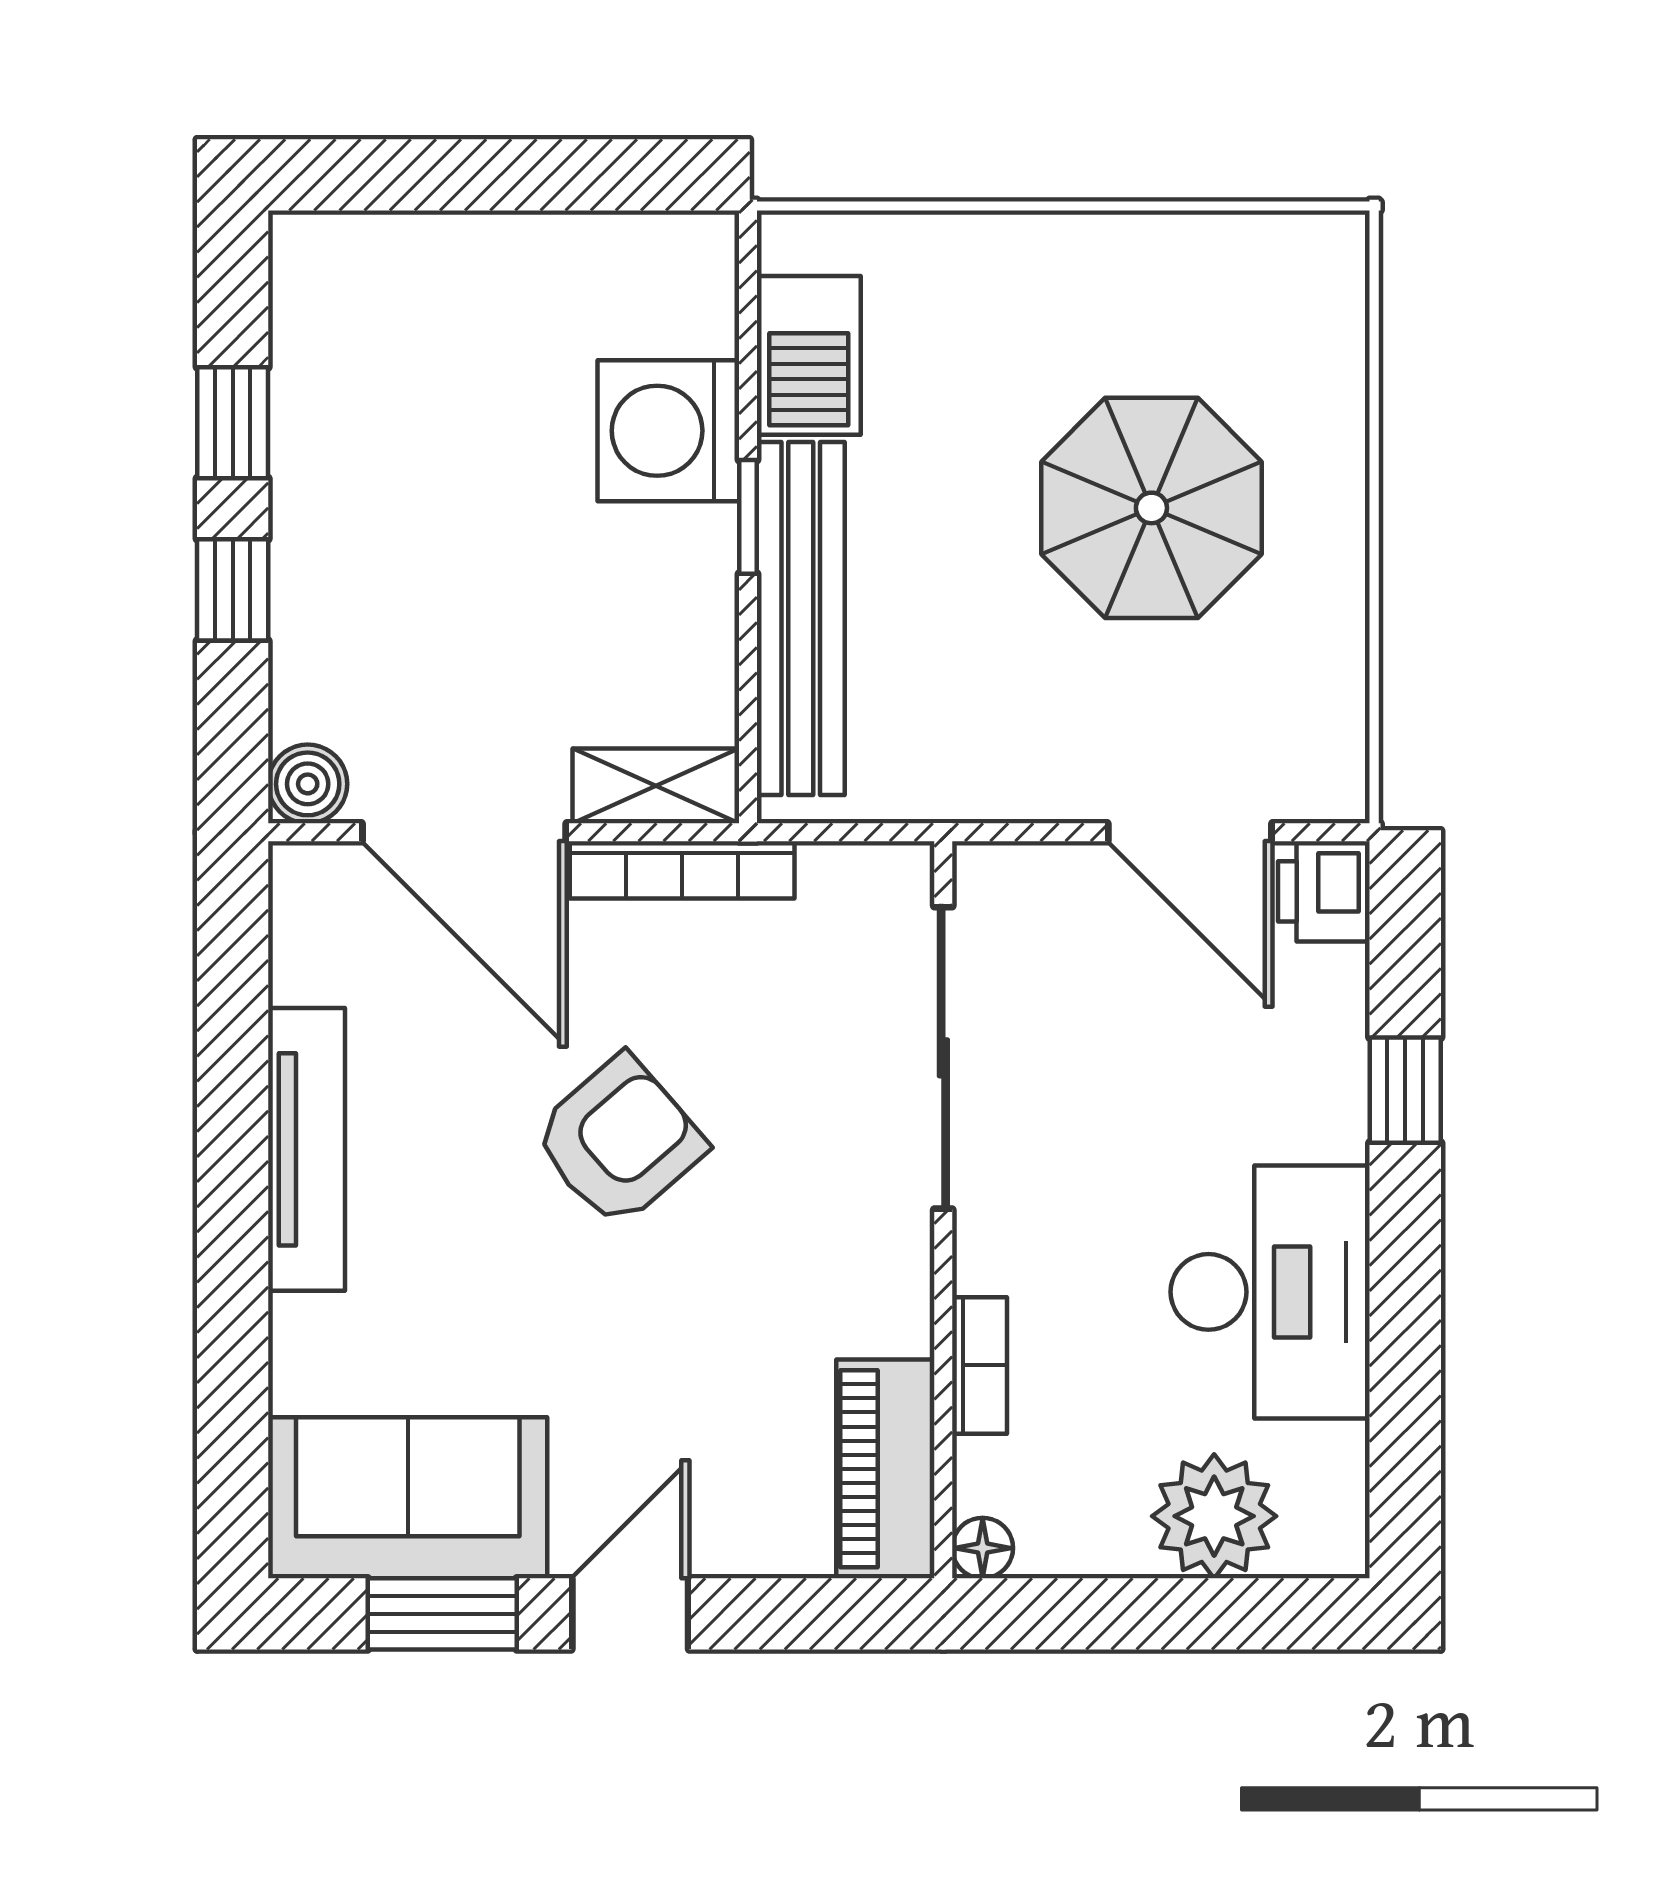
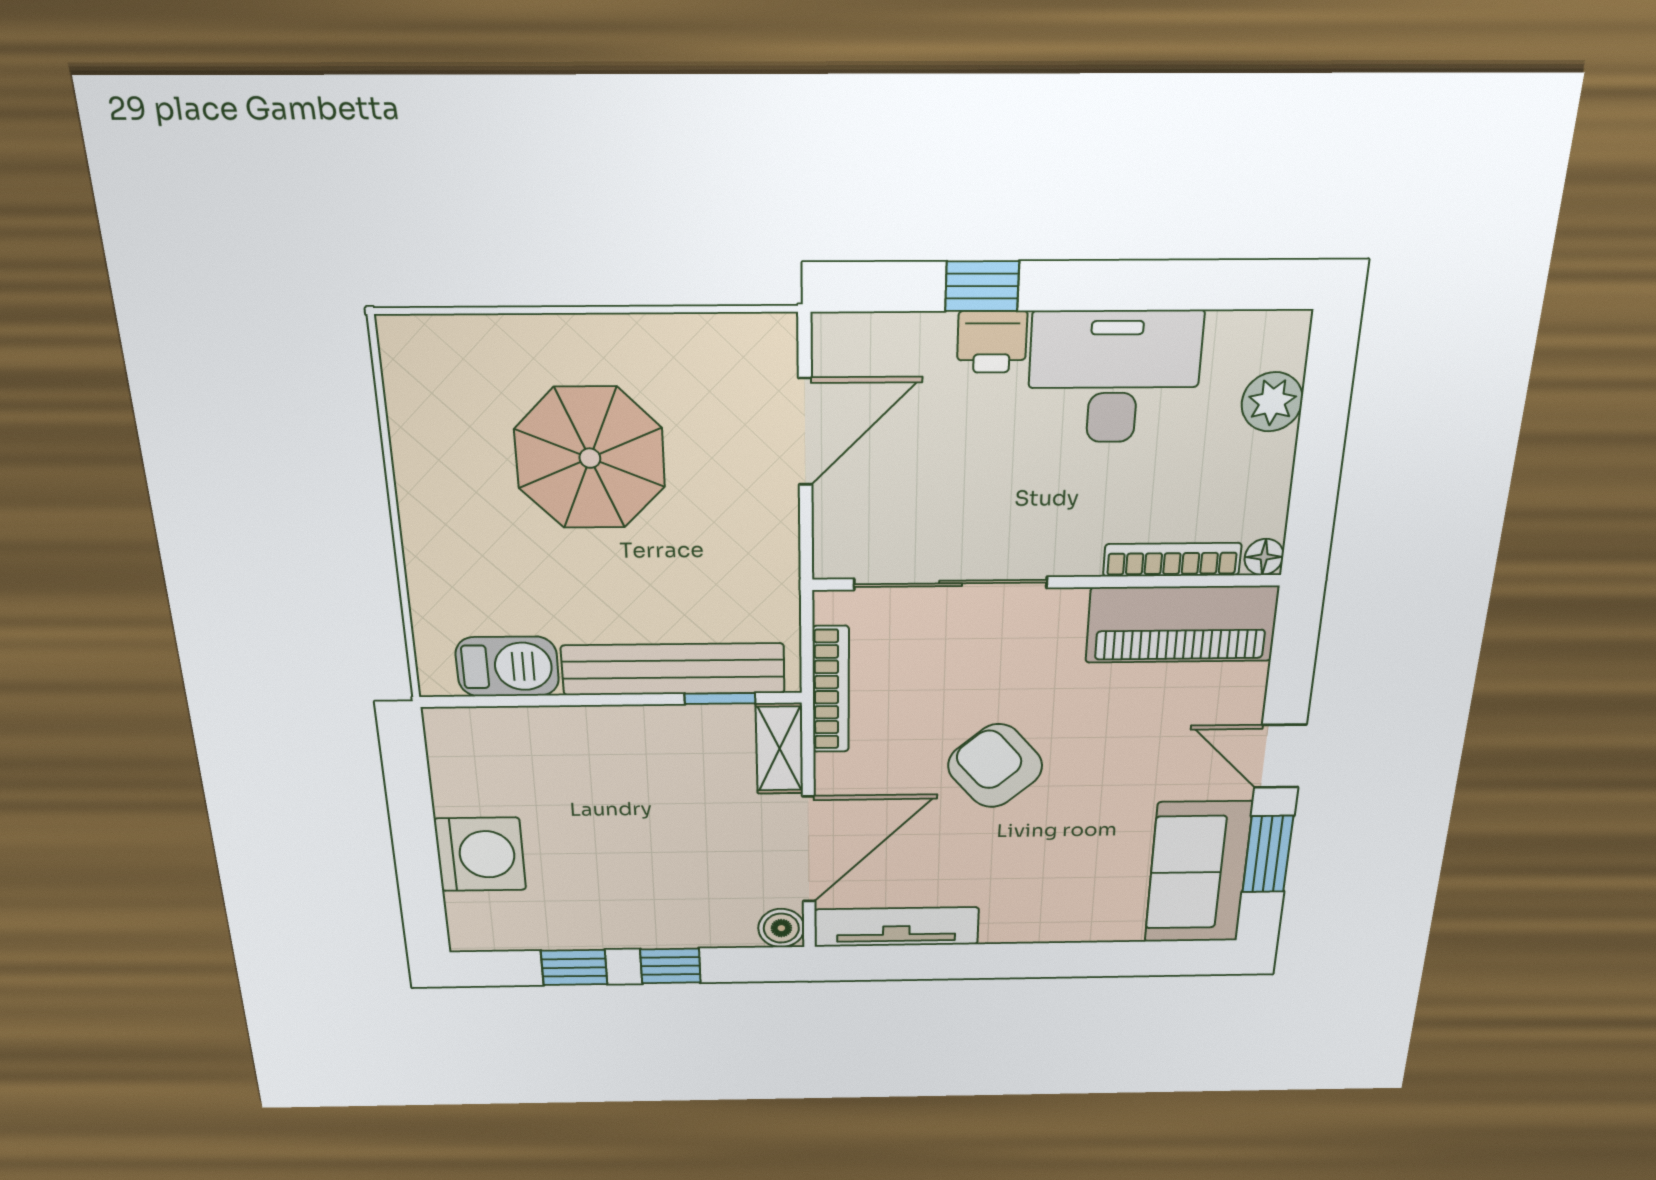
washing machine: (668, 431) -> (480, 854), moved, turned -90
window: (748, 517) -> (720, 699), moved
bookcase: (682, 870) -> (831, 690), moved
printer: (1324, 891) -> (992, 342), moved
tv unit: (307, 1149) -> (896, 927), moved
bookcase: (980, 1365) -> (1172, 560), width x1.56
piano: (885, 1469) -> (1182, 624), width x1.37, depth x1.33
plant: (1214, 1516) -> (1272, 402), width x0.73, depth x0.73

